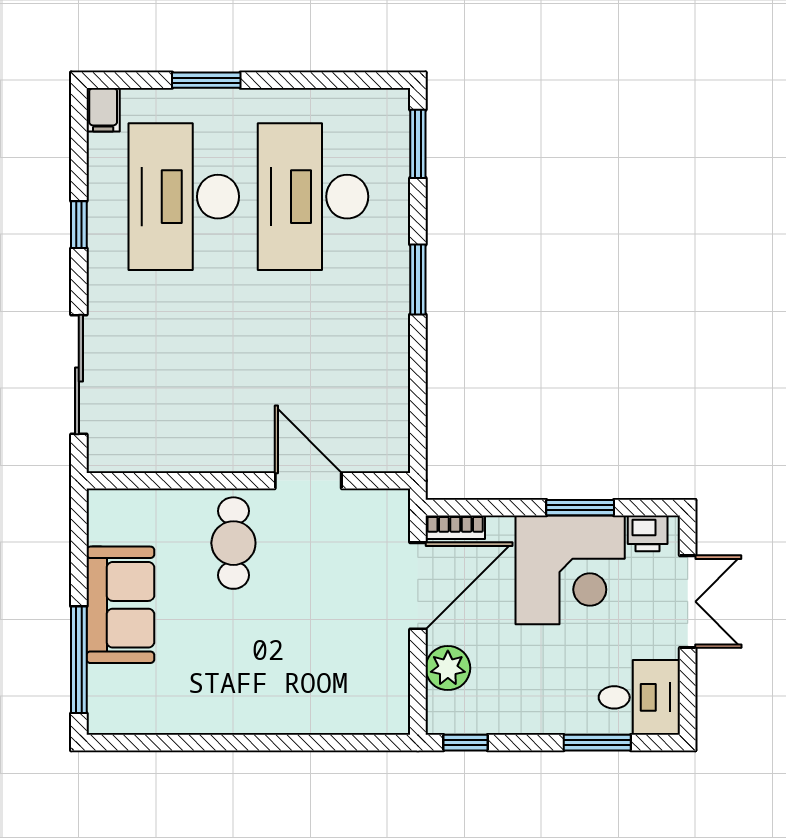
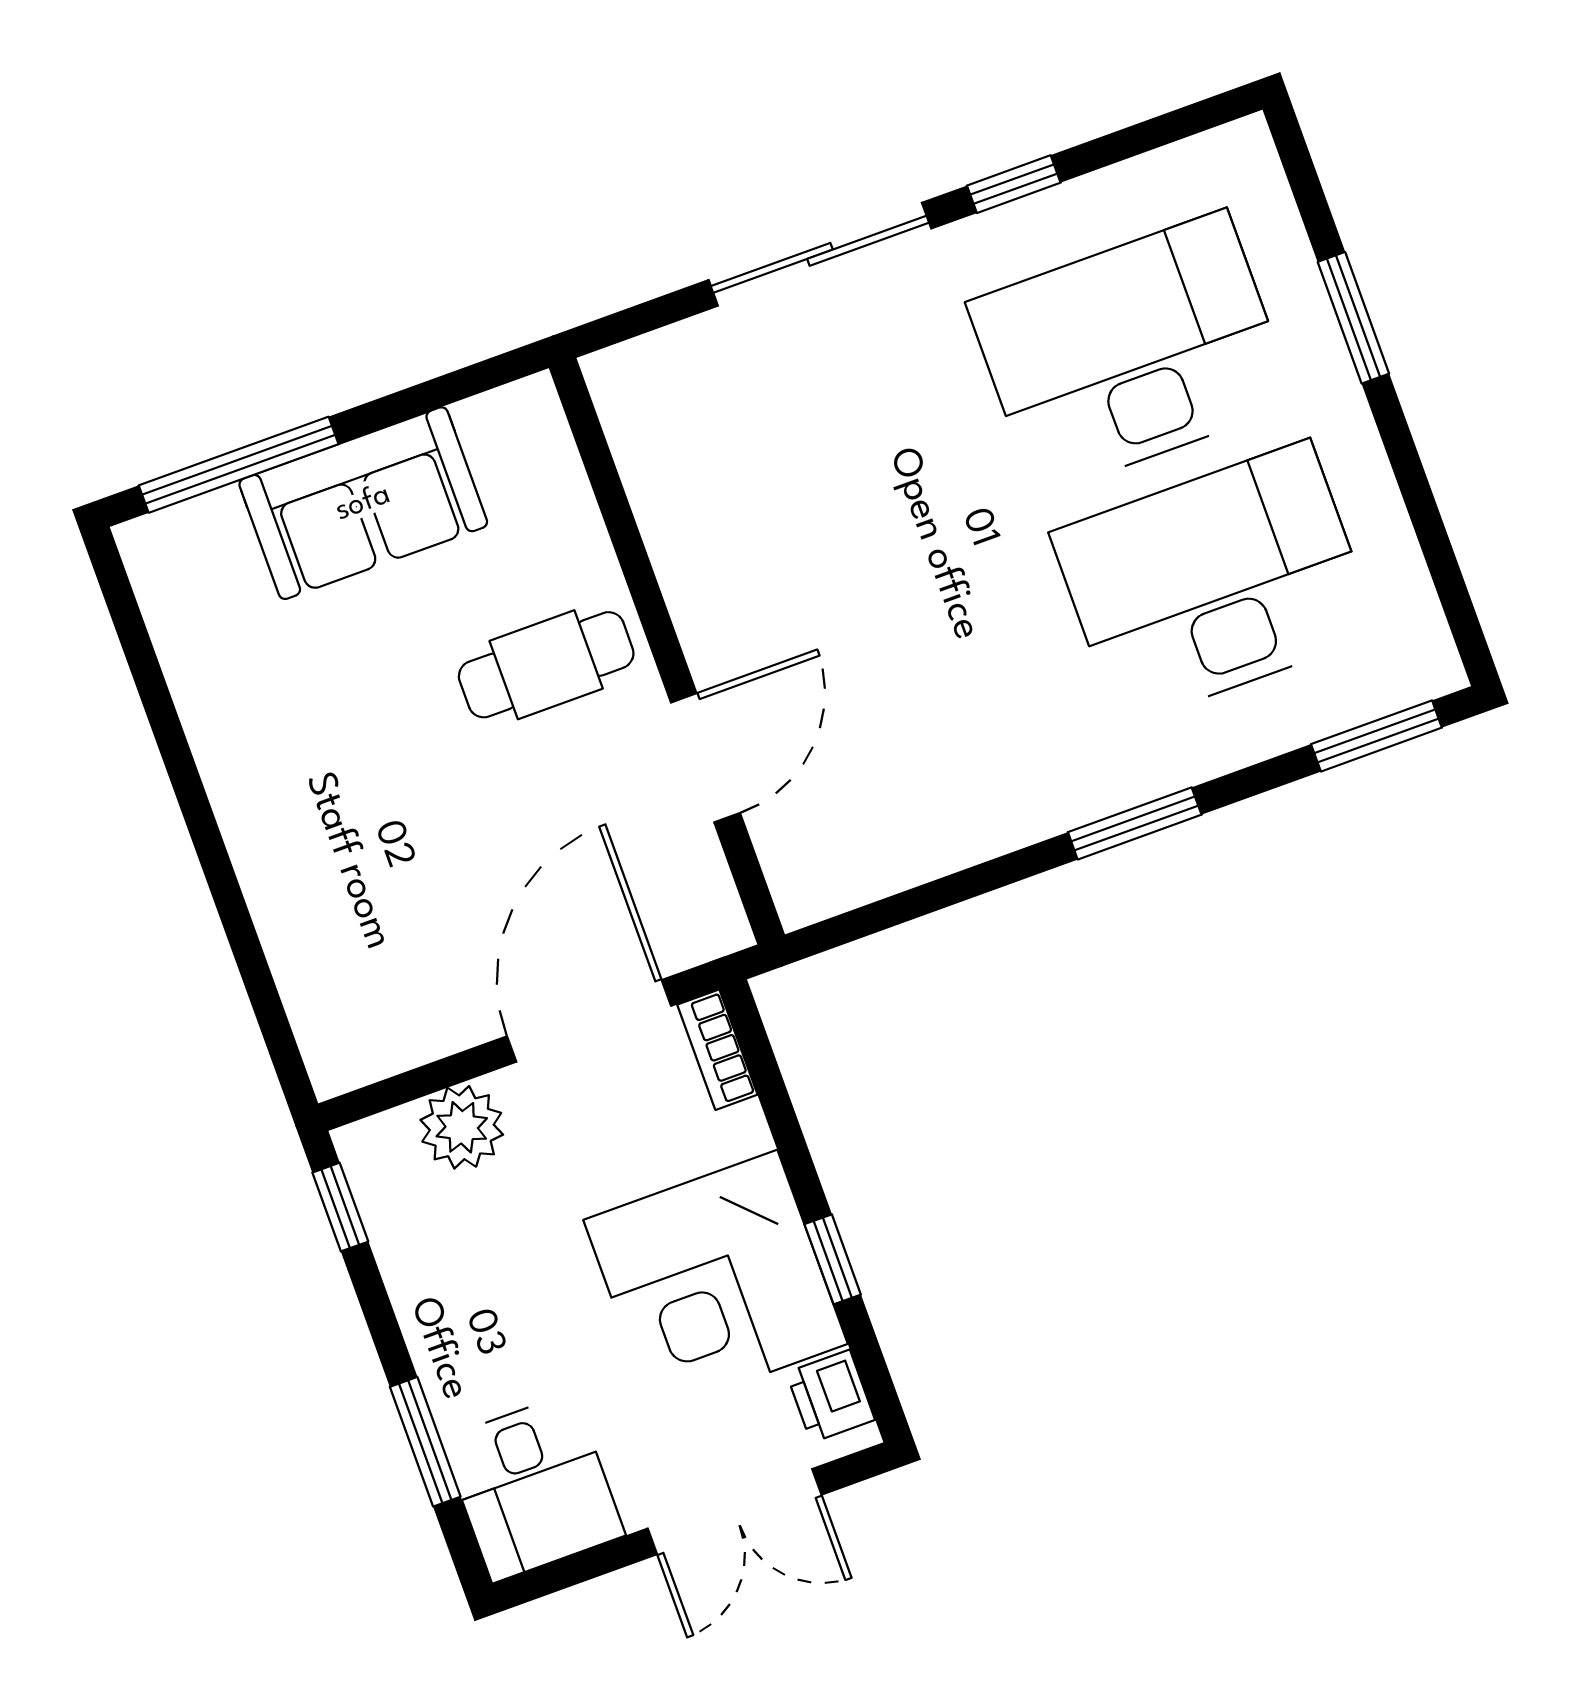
filing cabinet: (103, 110) -> (1234, 153), removed
sliding door: (79, 375) -> (820, 254), moved
window: (580, 508) -> (833, 1259), width x0.67
door: (418, 586) -> (589, 1021), swing flipped

